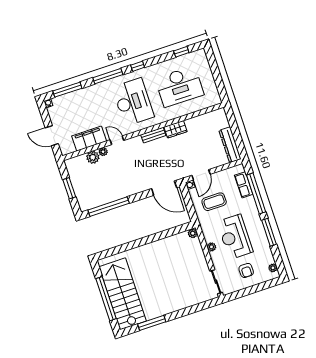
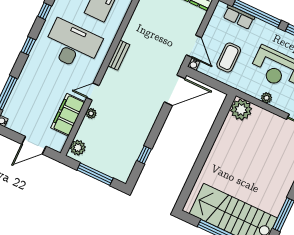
window: (108, 76) -> (28, 46), width x0.46
wardrobe: (175, 129) -> (132, 31), removed
plant: (93, 157) -> (78, 148), moved
window: (69, 188) -> (95, 174), width x1.44
window: (109, 207) -> (144, 155), width x0.32
plant: (193, 233) -> (241, 110), width x1.87, depth x1.87

